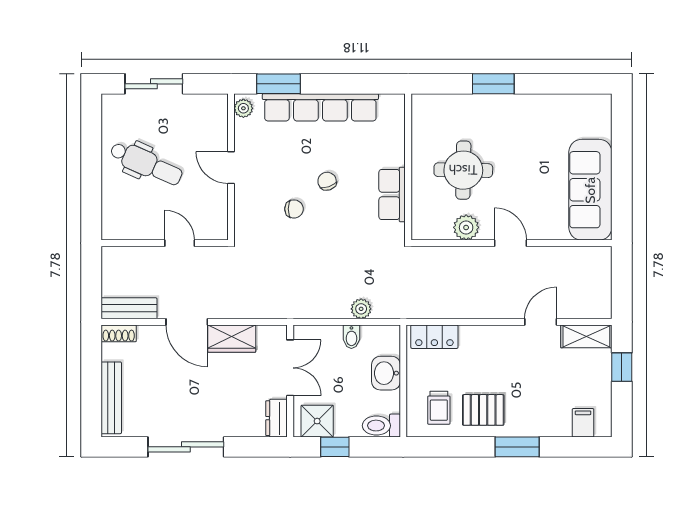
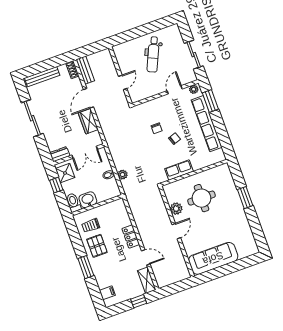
sliding door: (154, 84) -> (194, 55), moved
door: (231, 168) -> (175, 90), moved
locker: (434, 337) -> (131, 237), moved
washbasin: (386, 373) -> (88, 200), moved

